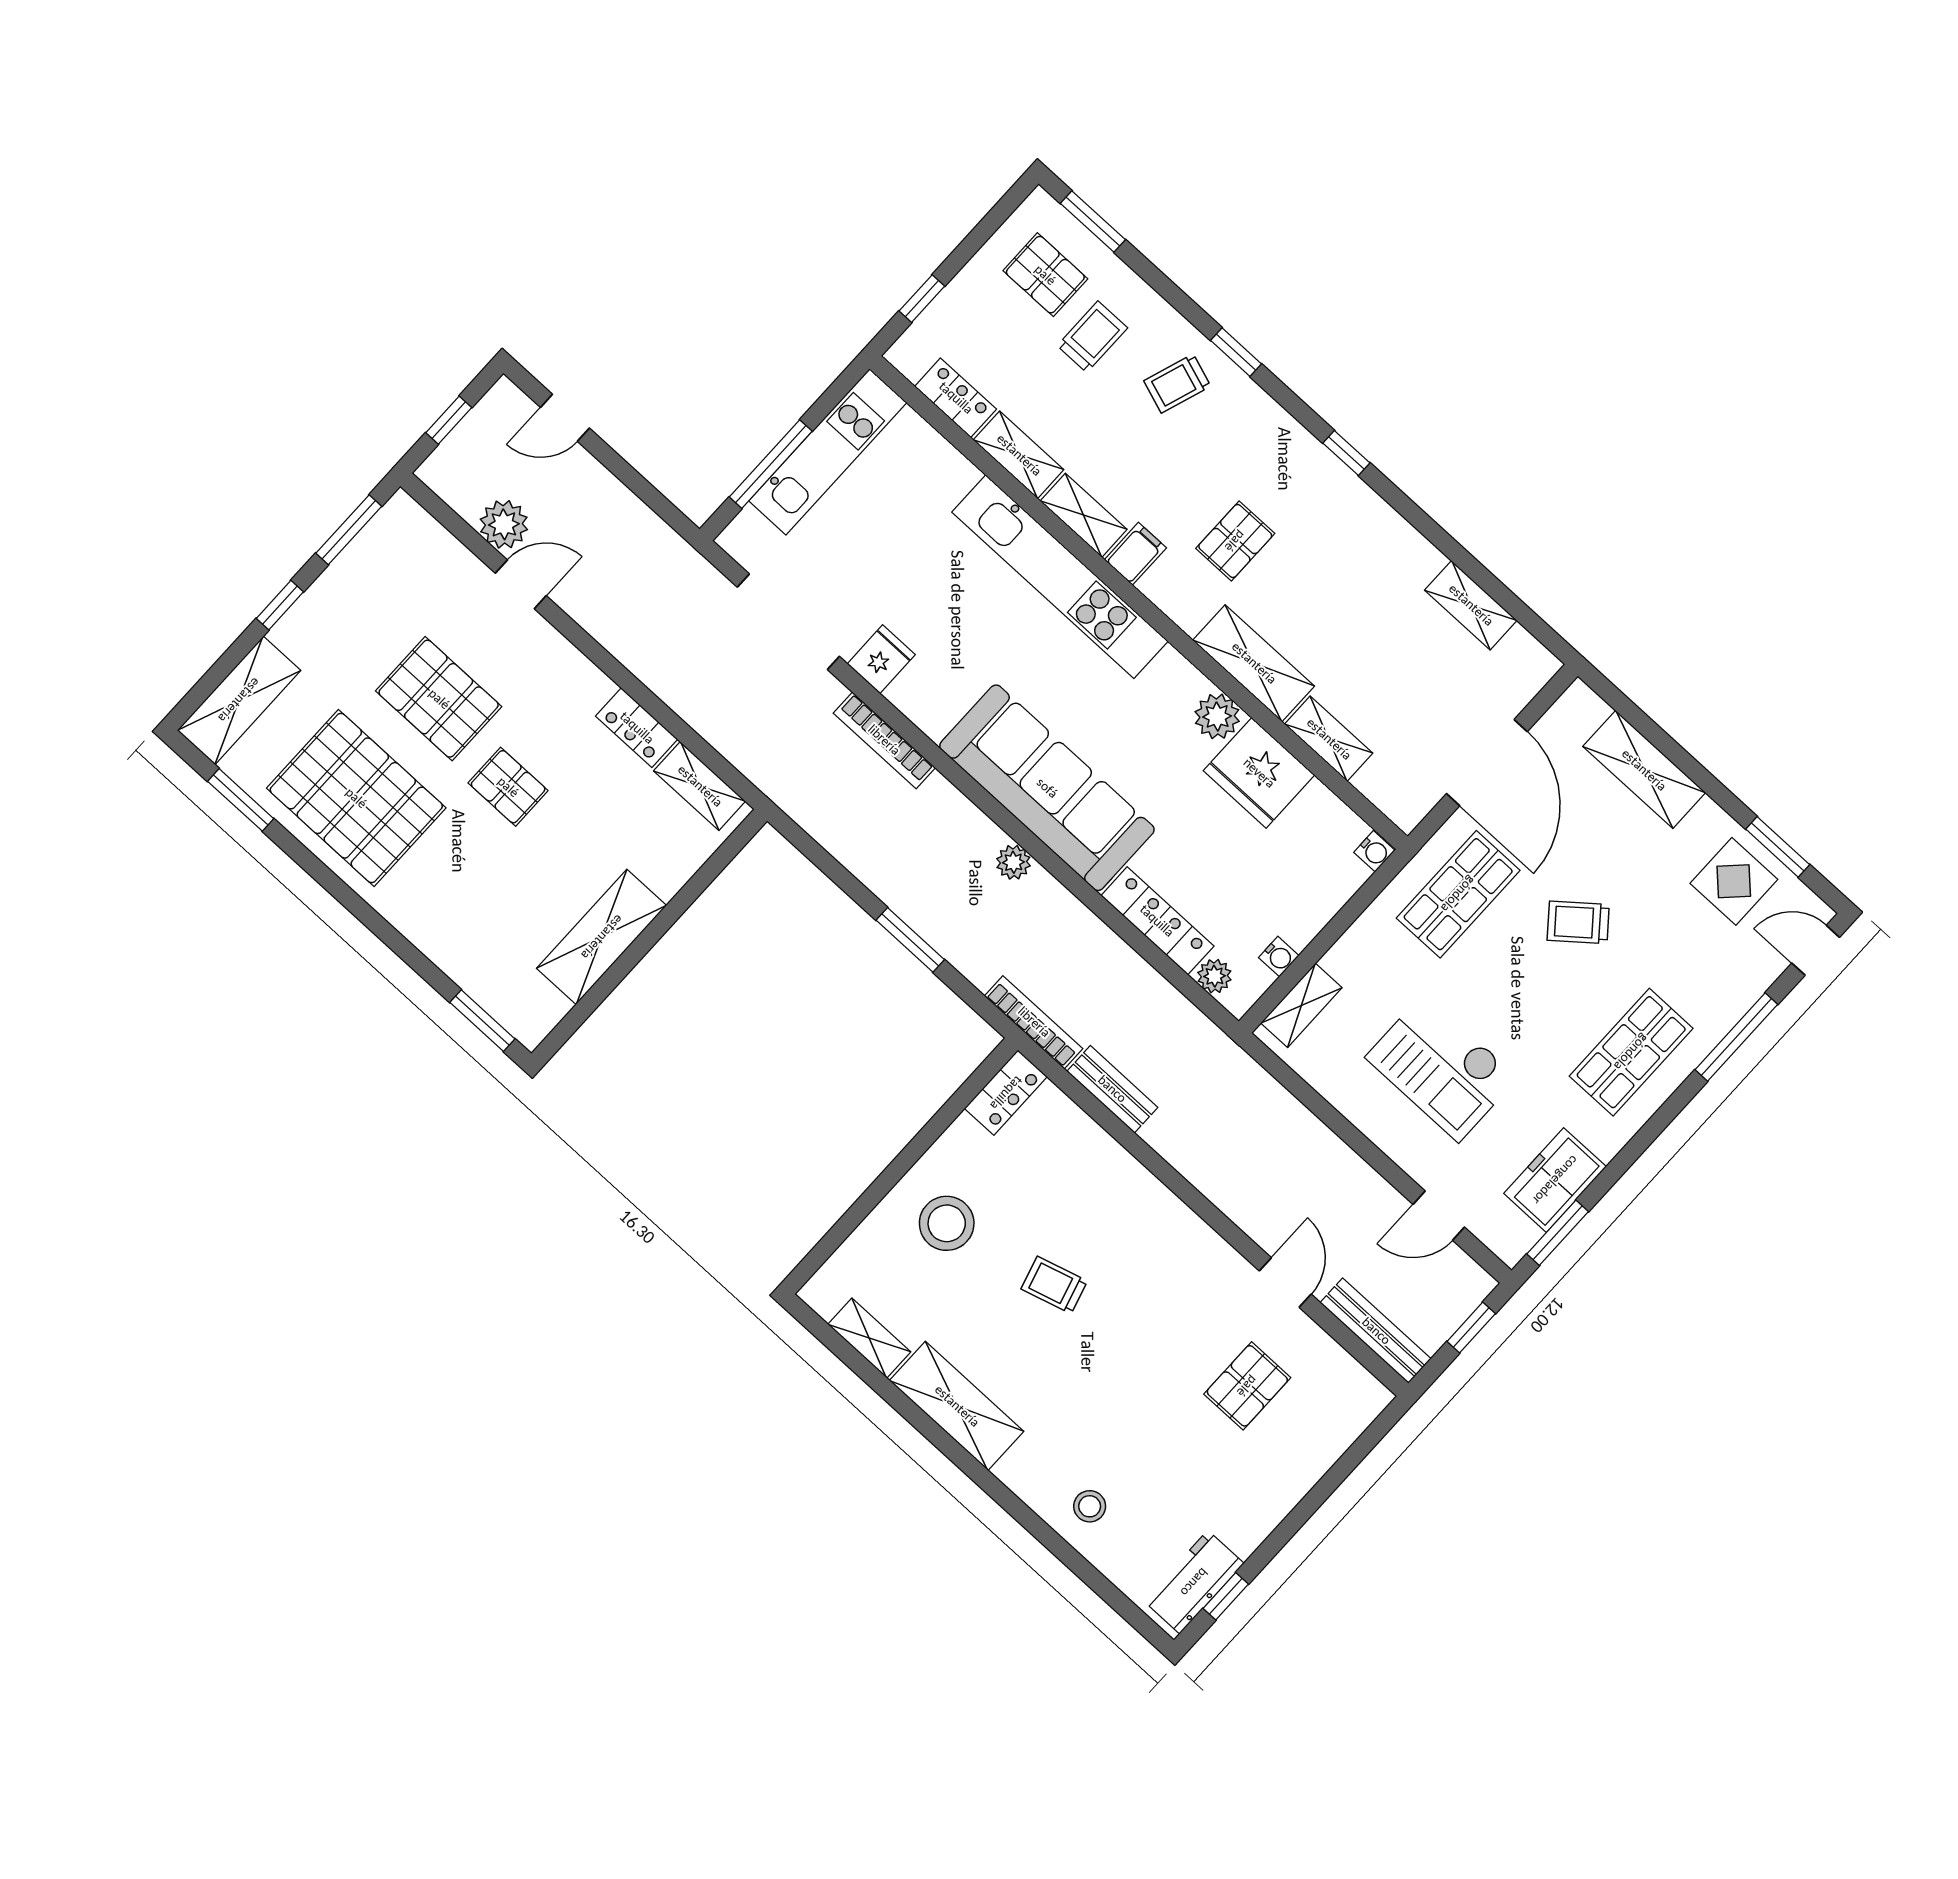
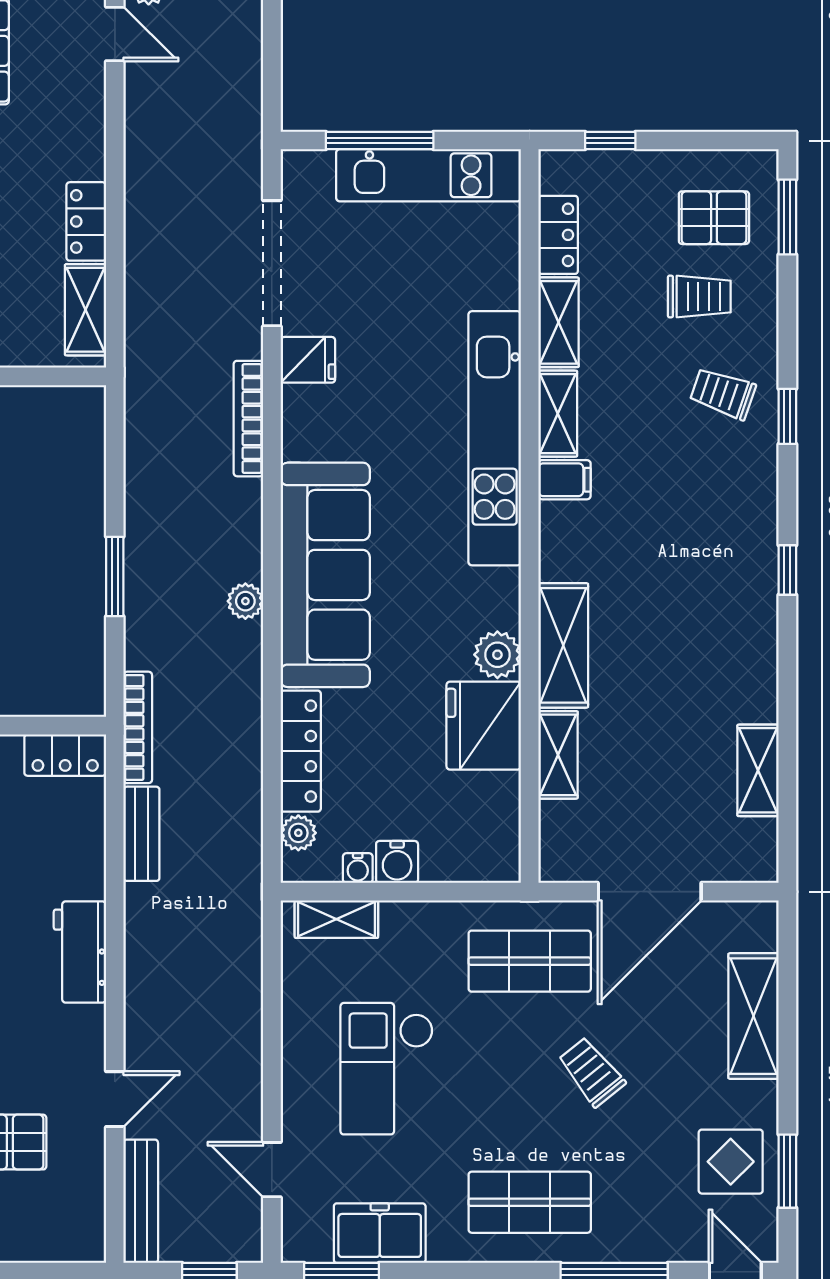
pallet: (1045, 275) -> (714, 218), turned 90
pallet: (1235, 541) -> (643, 547), removed
water cooler: (1374, 851) -> (397, 862), moved, width x1.38, depth x1.38
workbench: (1157, 1211) -> (80, 952), added

